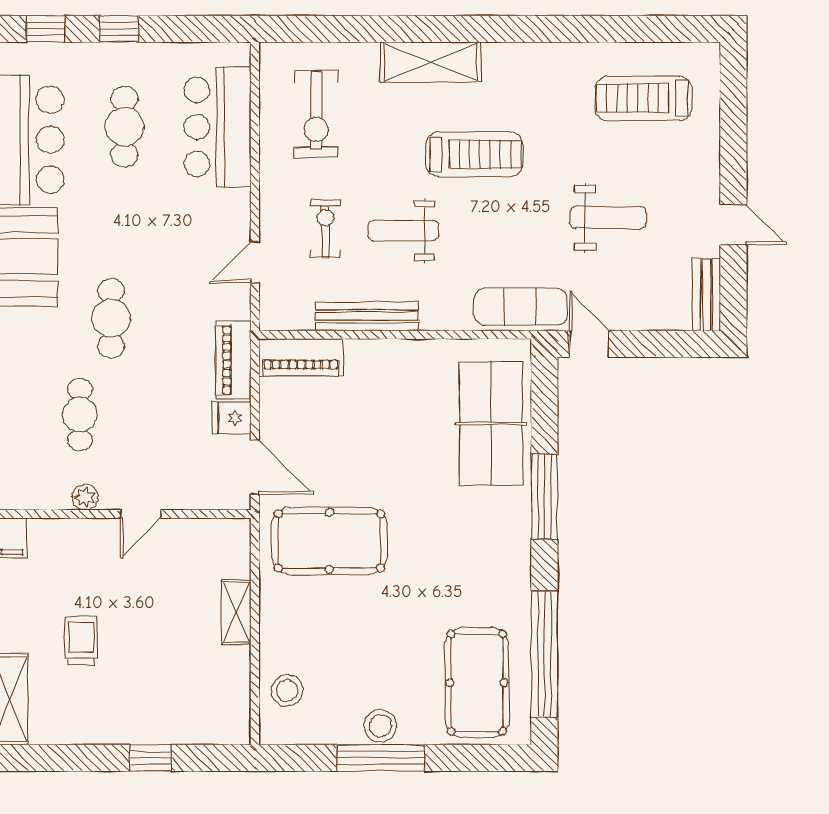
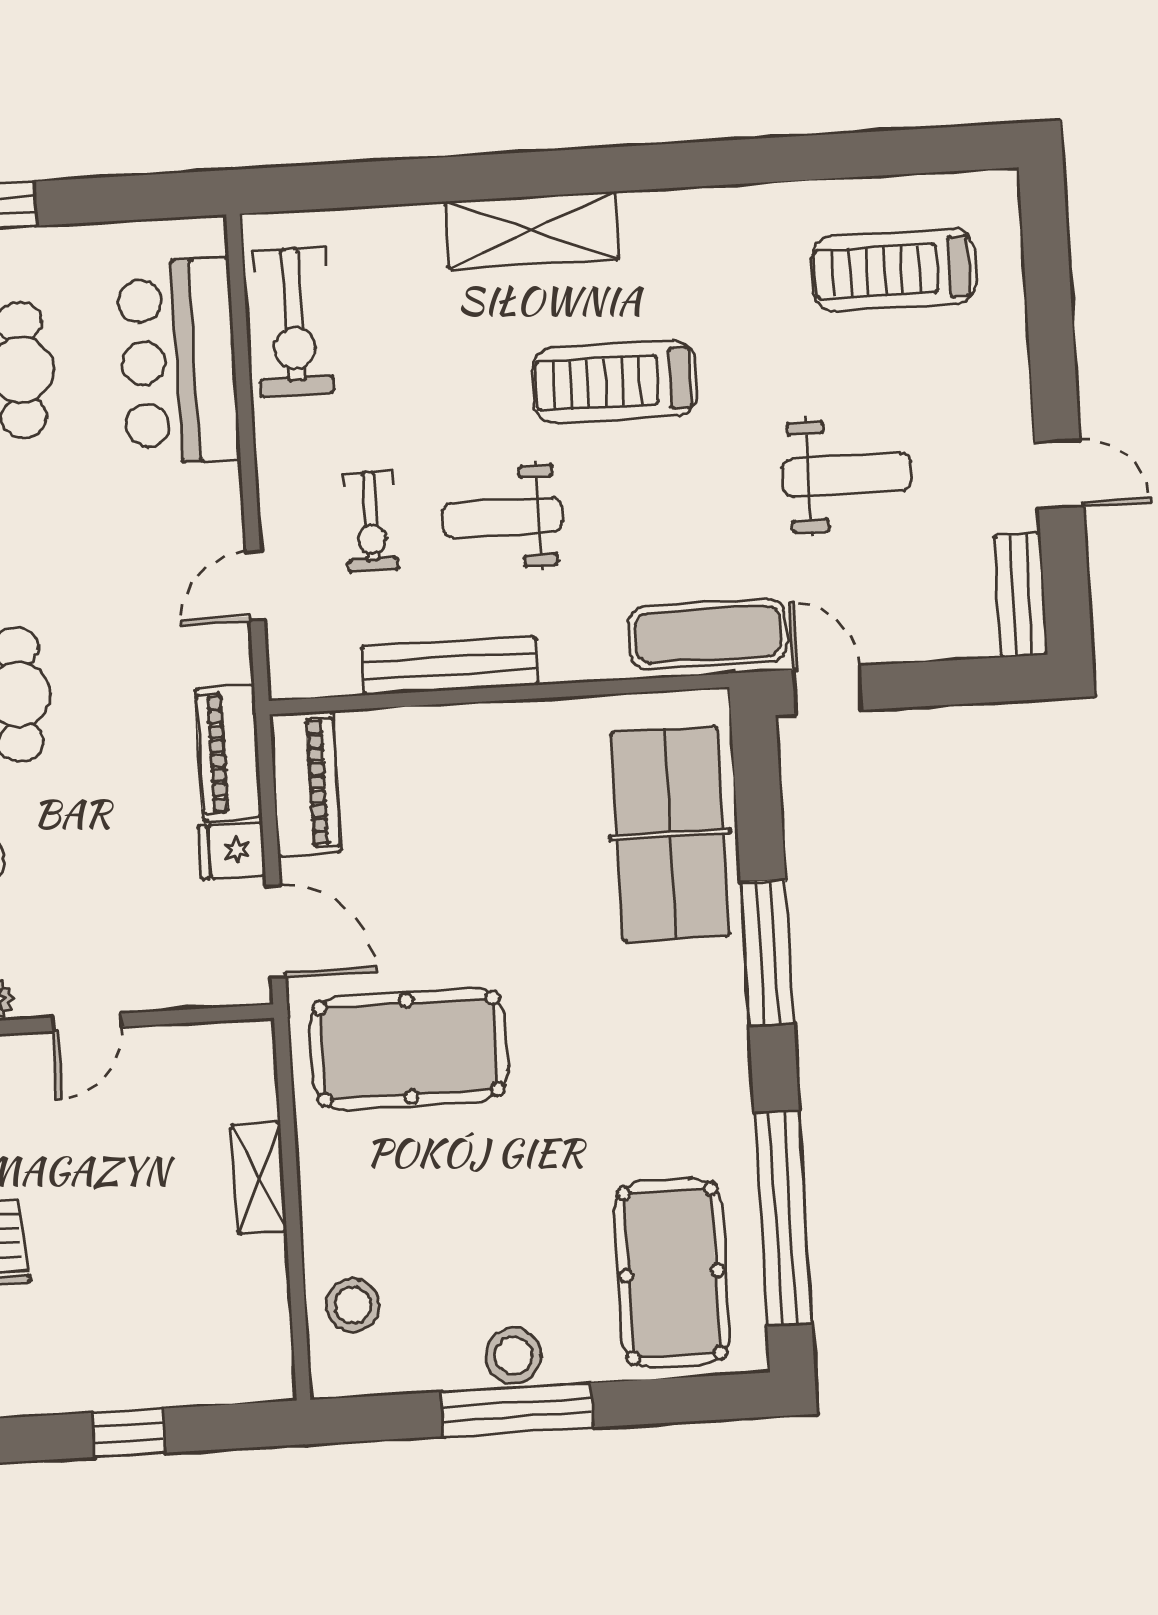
exercise bike: (316, 114) -> (293, 322), moved
treadmill: (474, 154) -> (615, 382), turned 180
exercise bike: (325, 228) -> (371, 521), turned 180
piano: (301, 357) -> (305, 783), moved, turned -90

